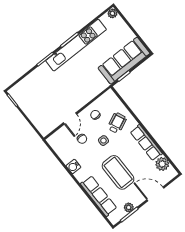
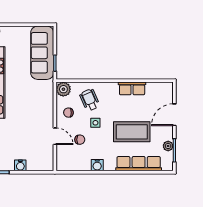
water cooler: (29, 110) -> (20, 165), added
row of seats: (146, 143) -> (132, 88), width x0.68
plant: (162, 164) -> (63, 89), moved

